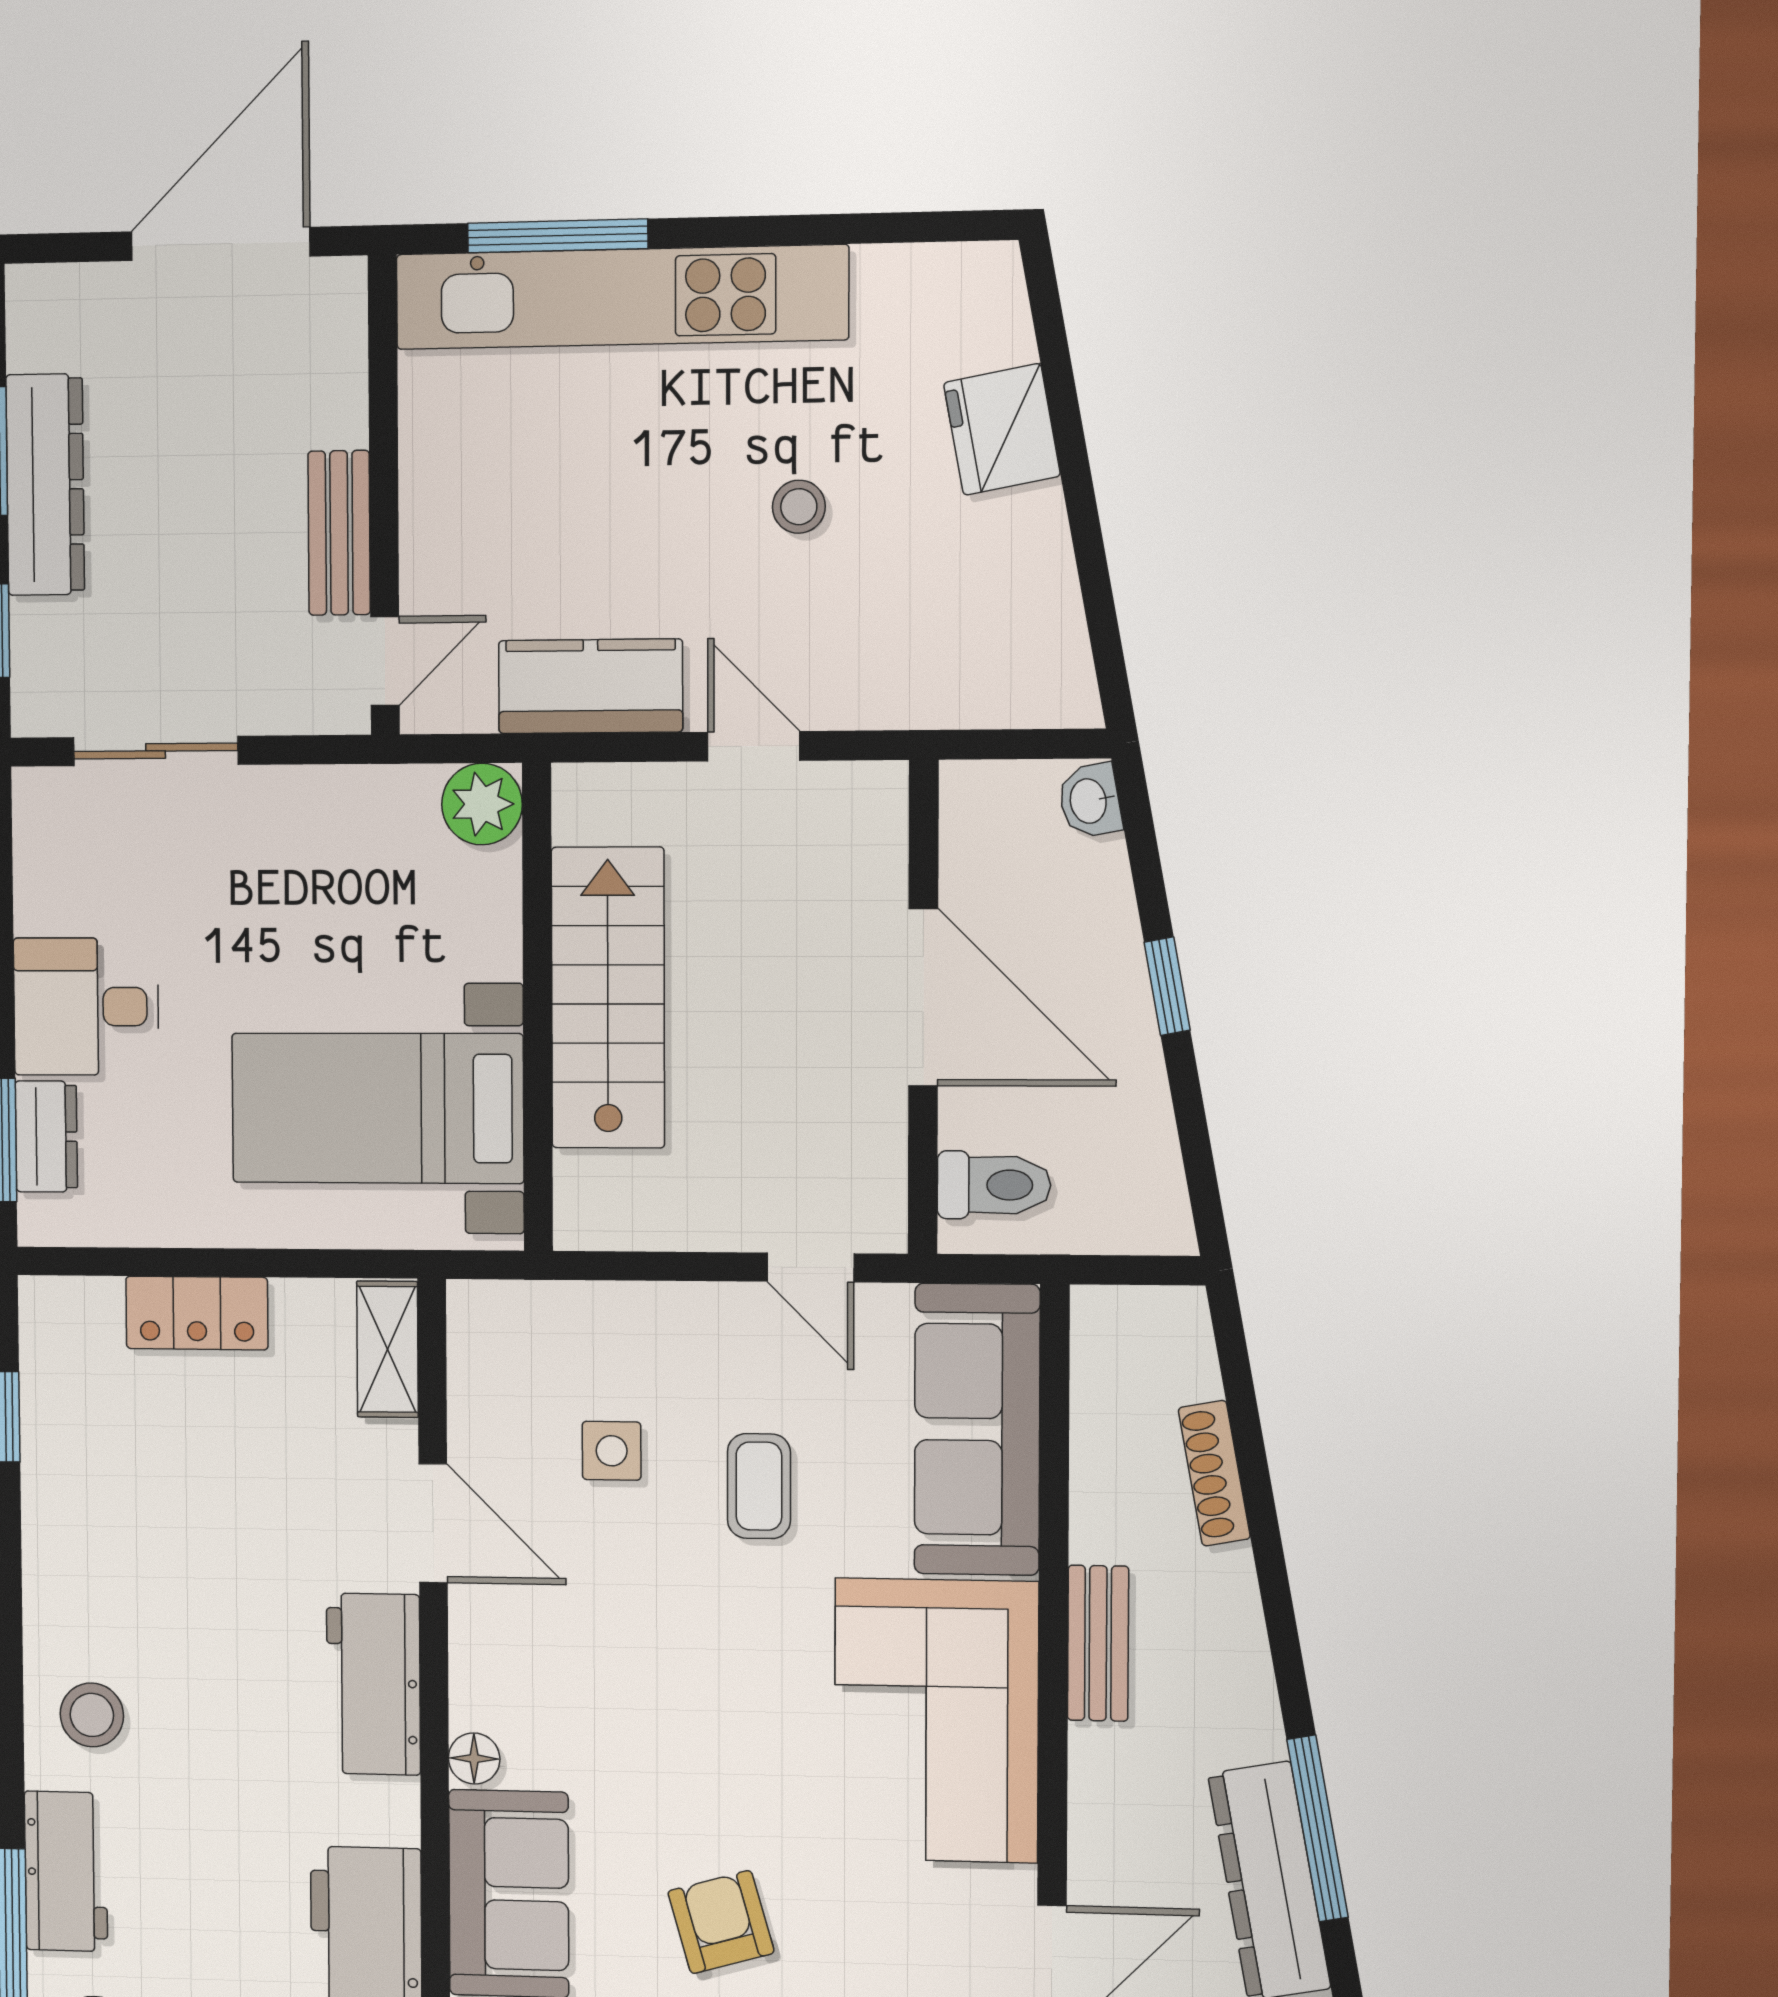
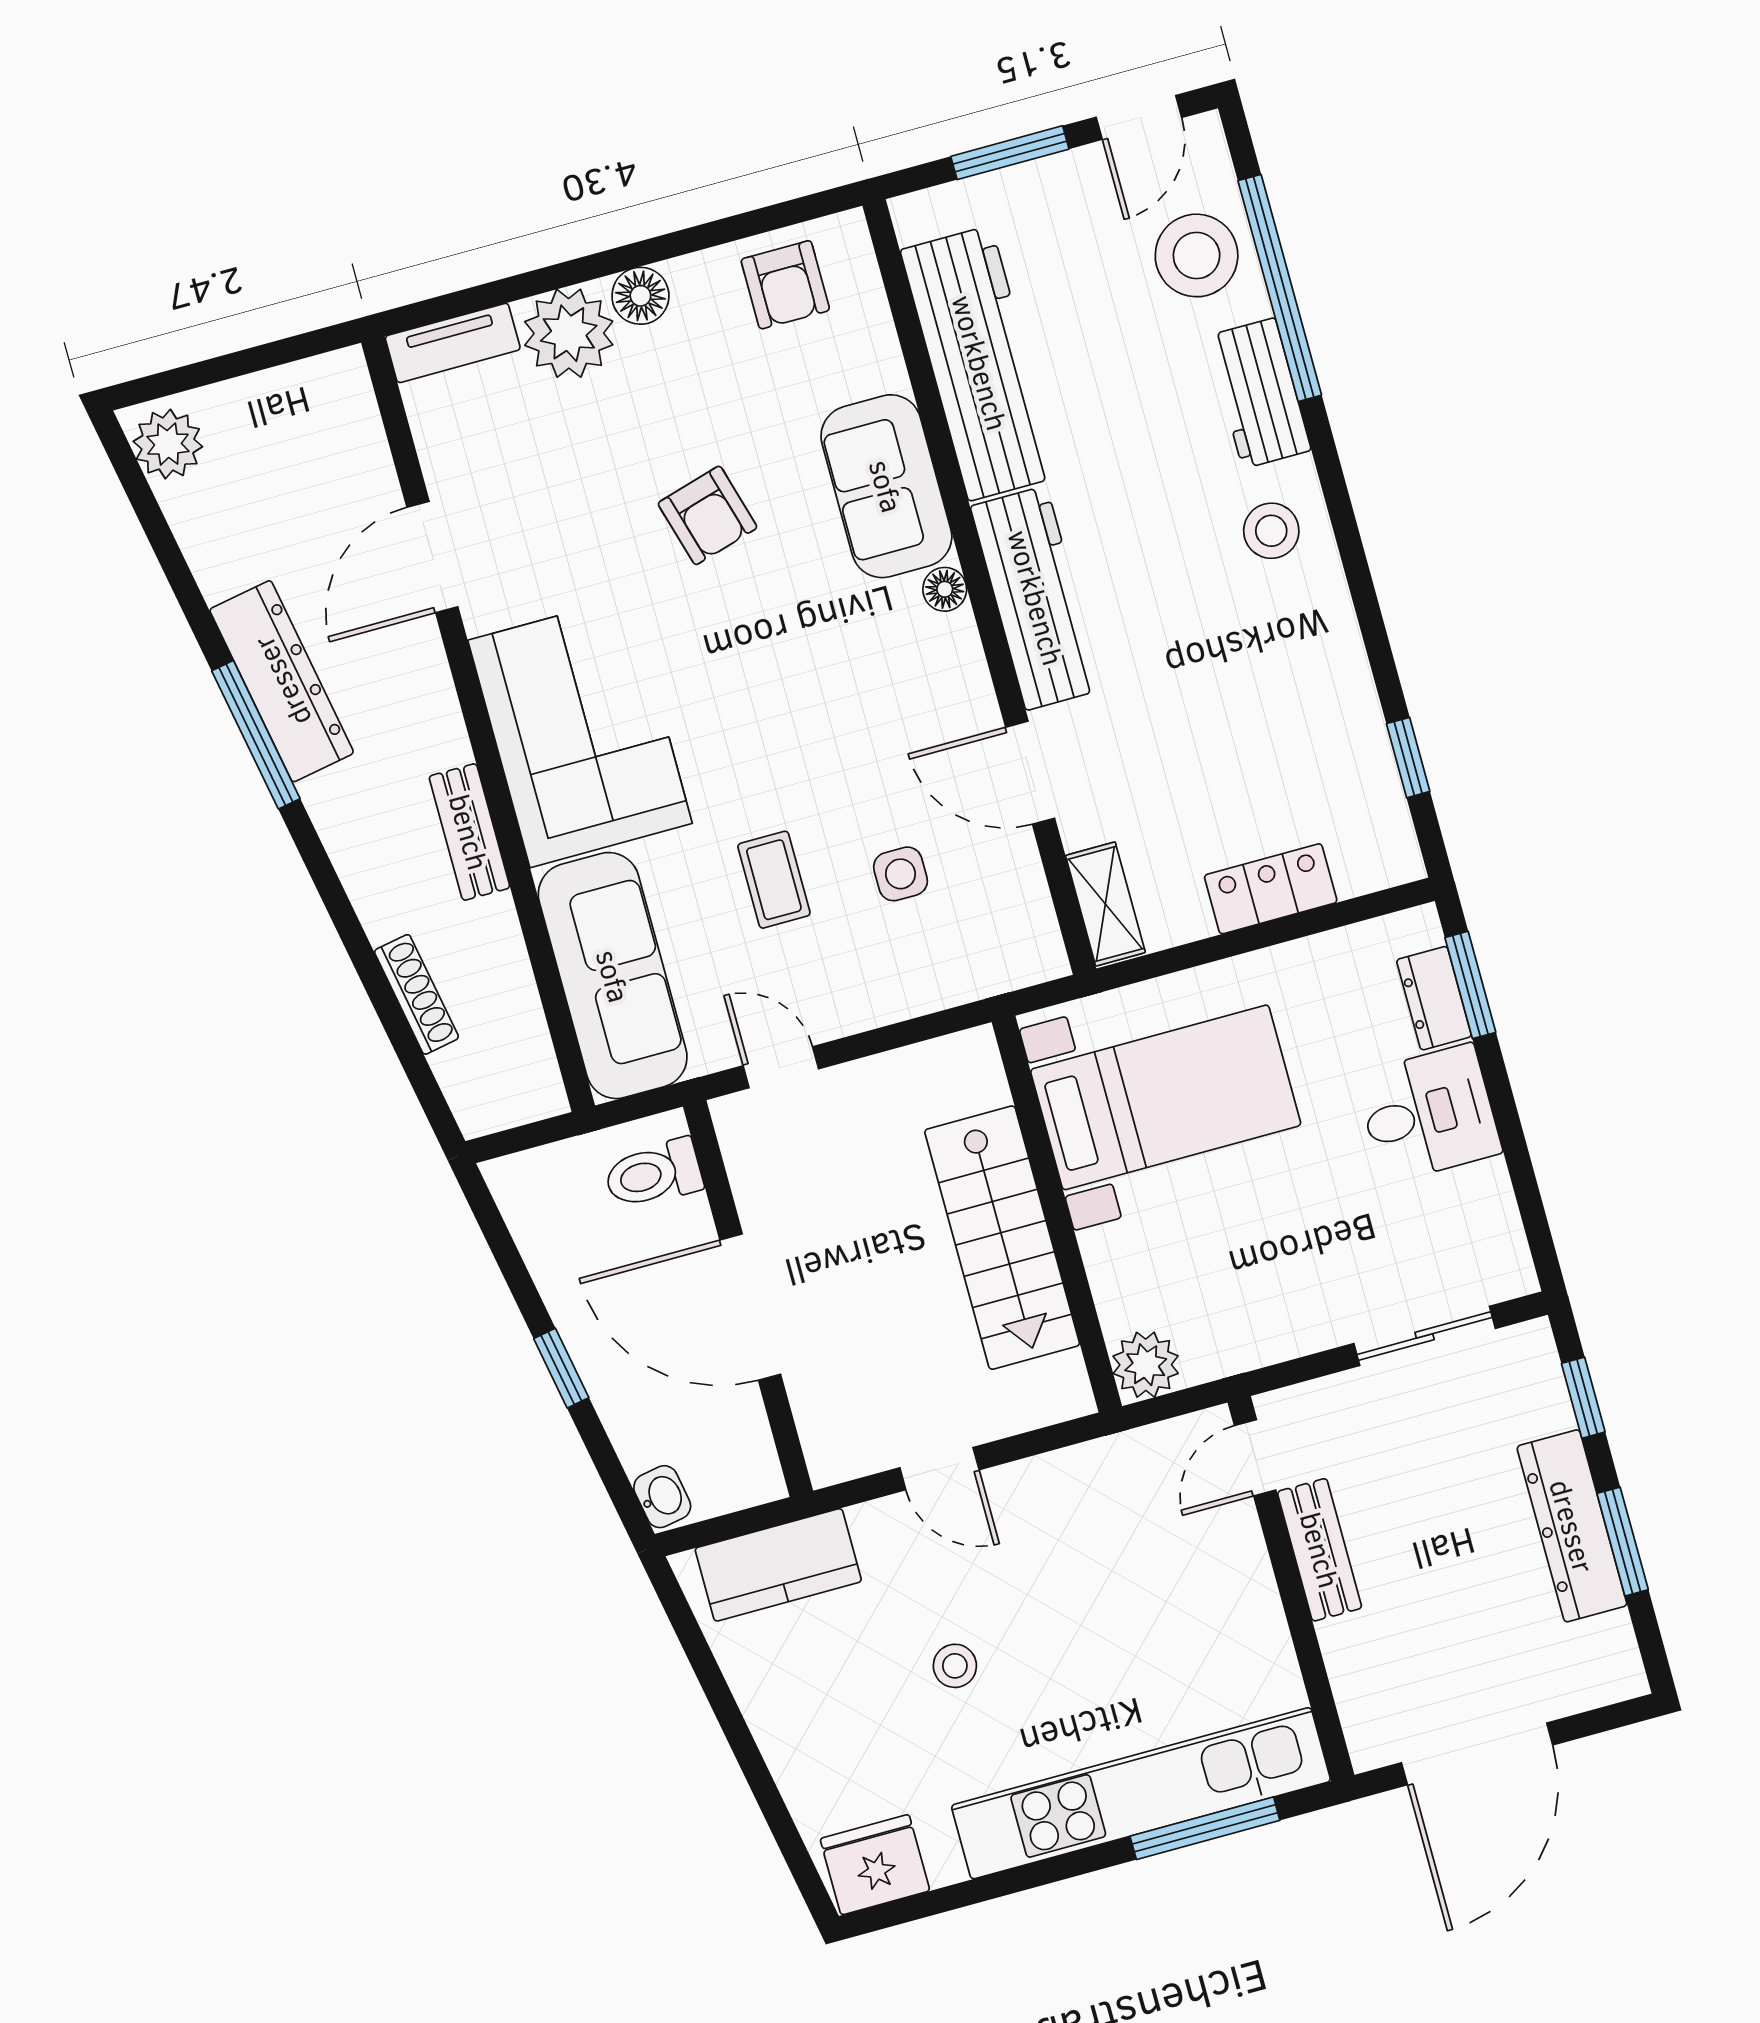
fridge: (1002, 429) -> (875, 1865), moved, turned -80
kitchen counter: (591, 686) -> (778, 1565), moved
workbench: (373, 1684) -> (1036, 598), width x1.38

